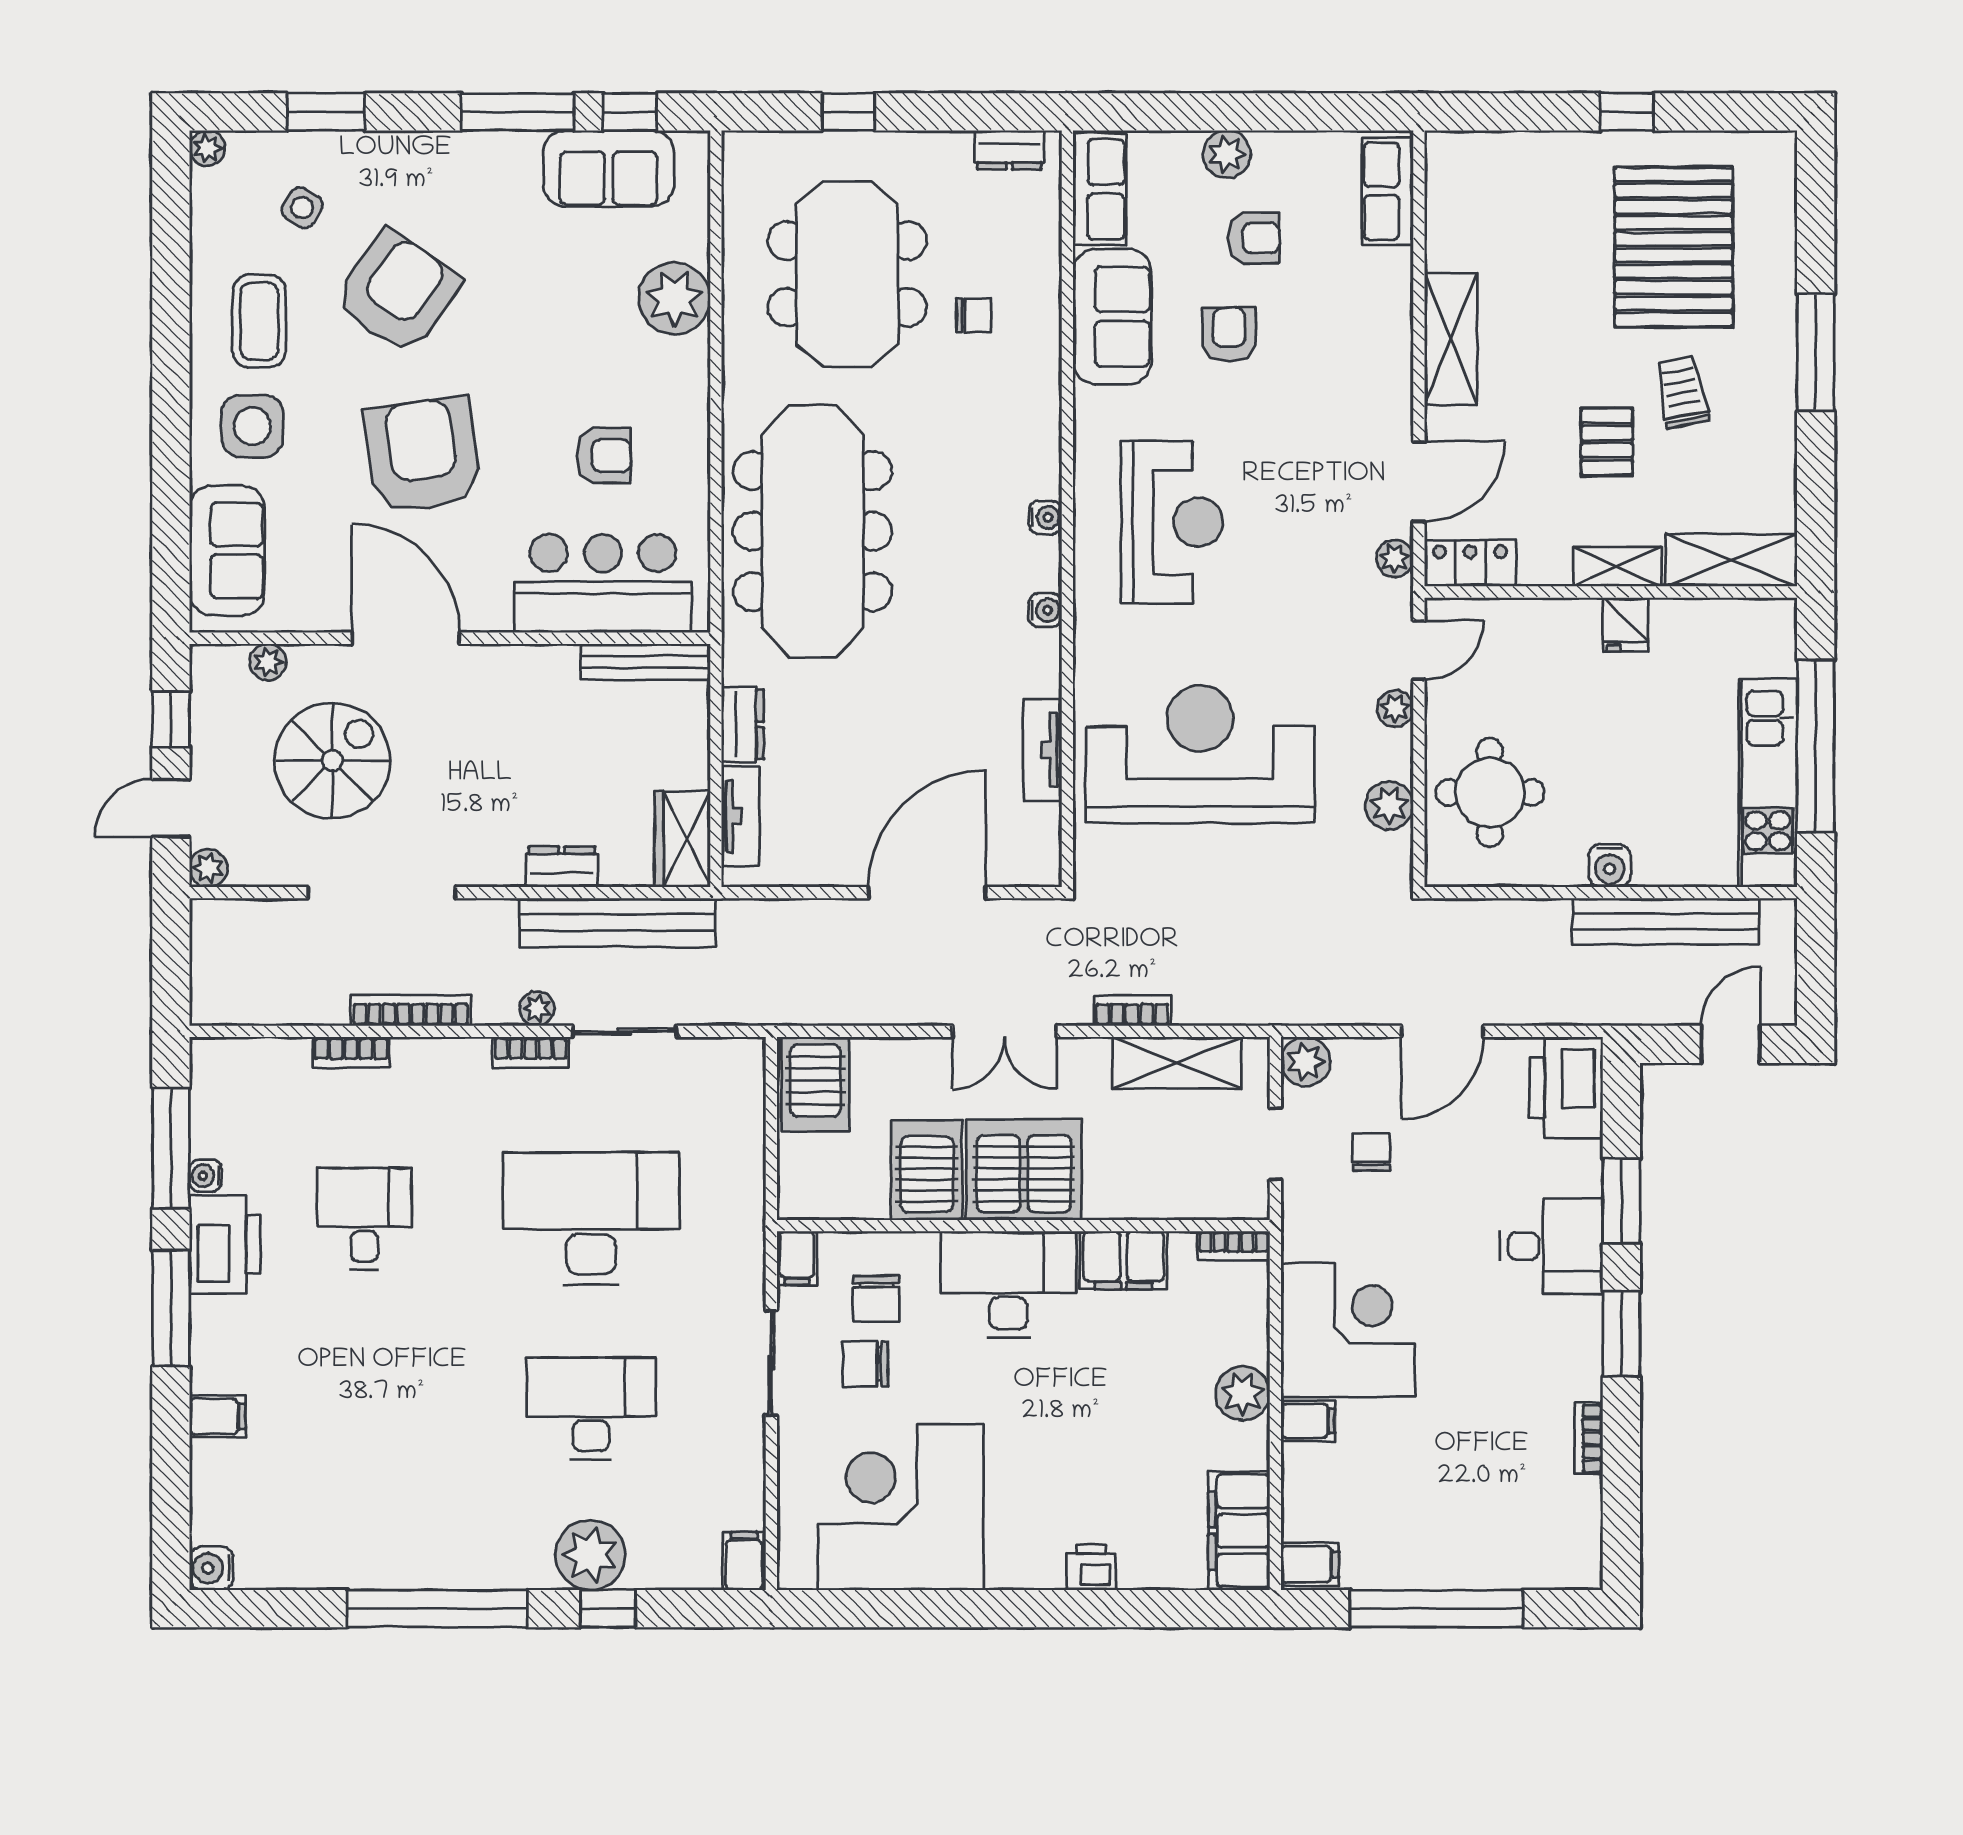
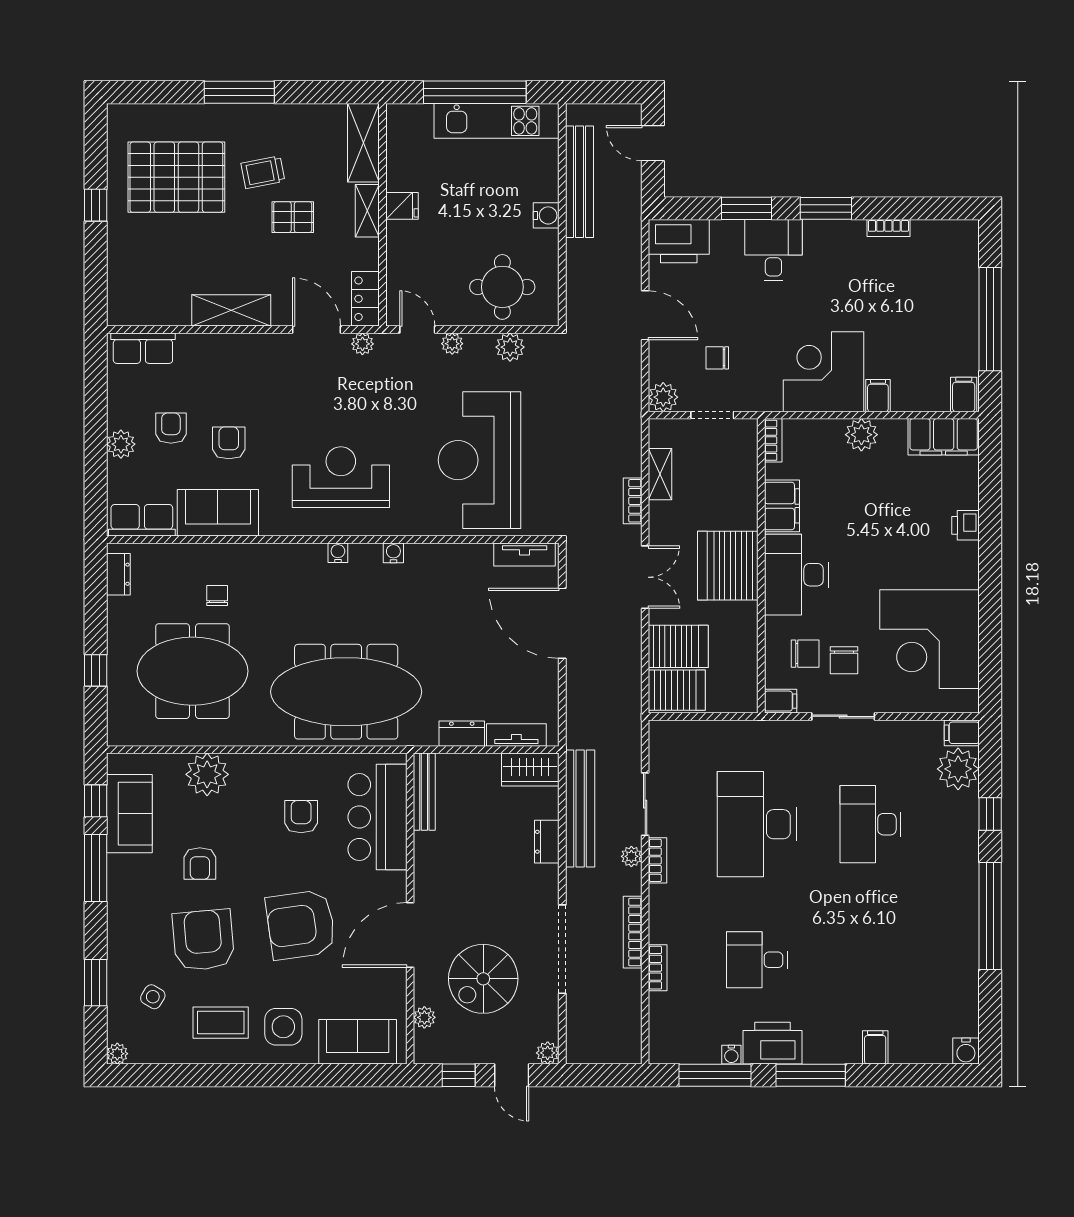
armchair: (525, 286) -> (200, 864), added
armchair: (397, 292) -> (203, 940), turned 50
armchair: (1229, 335) -> (229, 443), turned 90
tv unit: (1042, 750) -> (525, 555), moved
spiral stairs: (332, 761) -> (483, 979), turned -90
shelving: (1177, 1063) -> (660, 474), width x0.67, depth x0.75
server rack: (927, 1170) -> (678, 646), moved, turned 180
plant: (590, 1555) -> (958, 769), moved

